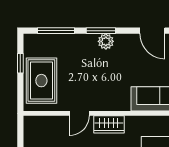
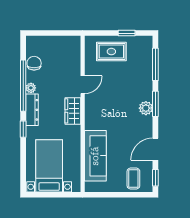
rug: (41, 81) -> (111, 52), width x0.73, depth x0.70
door: (79, 113) -> (83, 85), swing flipped

